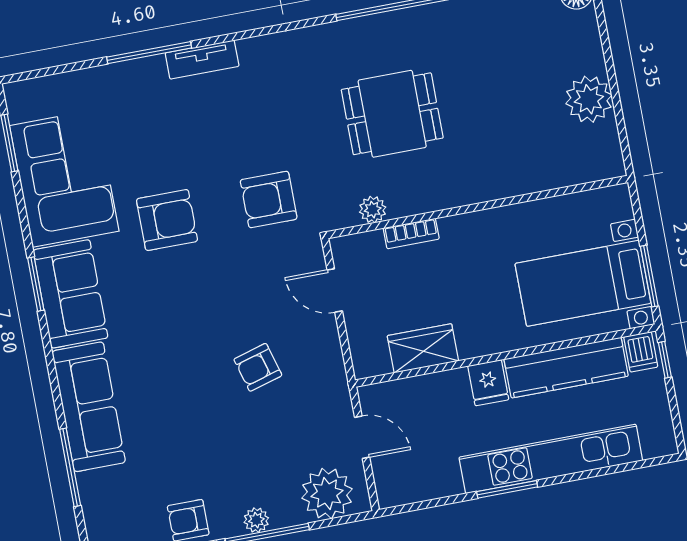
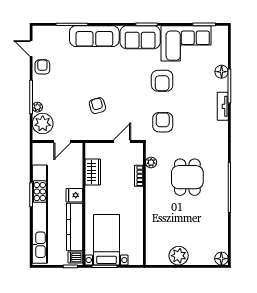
floor lamp: (118, 78) -> (222, 72), added
kitchen unit: (551, 459) -> (40, 214), width x1.36
plant: (256, 520) -> (37, 107), moved

